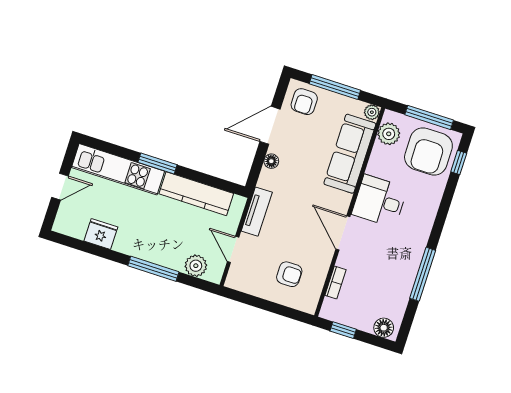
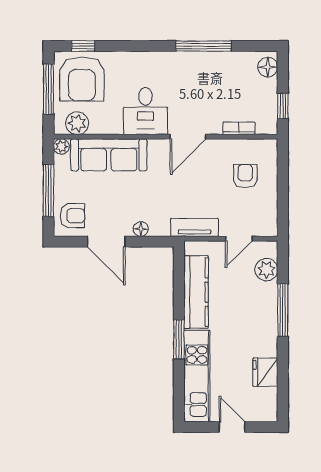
armchair: (428, 151) -> (82, 79), turned 90

